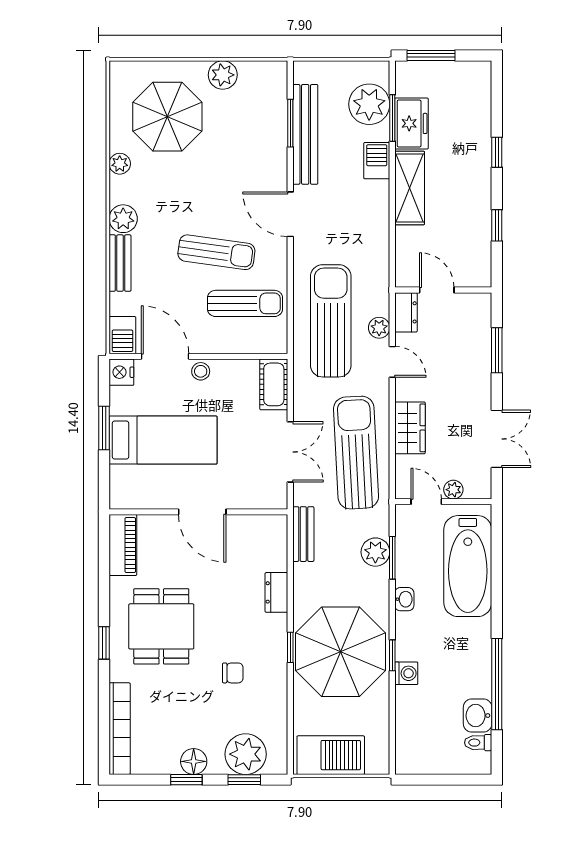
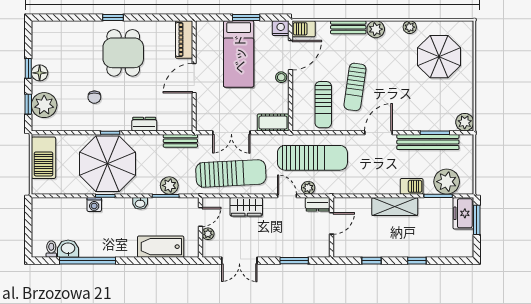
plant: (223, 75) -> (465, 122), moved
freezer: (411, 123) -> (463, 213), moved, turned 90
door: (392, 362) -> (287, 196), swing flipped
piano: (123, 545) -> (184, 40), moved, turned 90
bathtub: (468, 566) -> (161, 247), width x0.73, depth x0.73
dining table: (161, 626) -> (123, 53), turned 90
bookcase: (120, 729) -> (60, 27), removed

